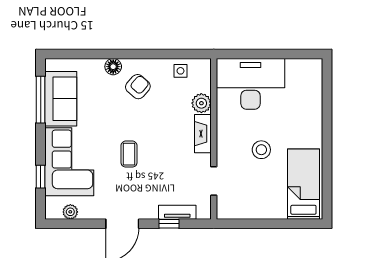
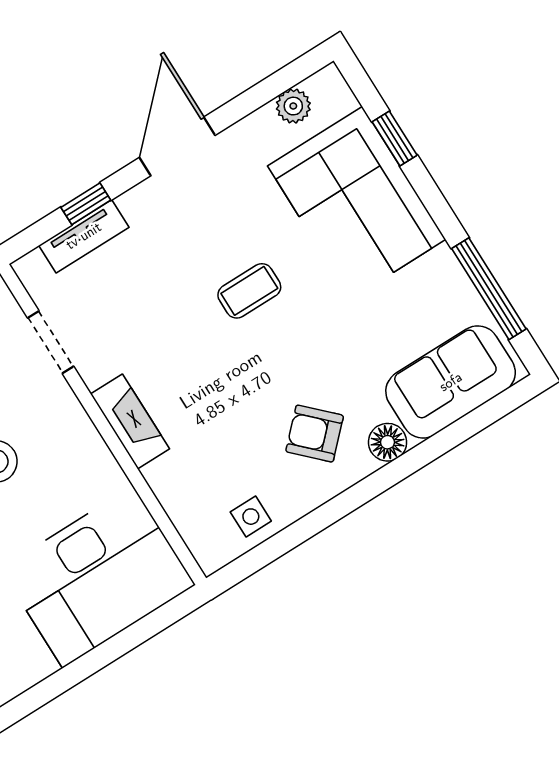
armchair: (138, 87) -> (315, 434), turned 94
sofa: (61, 99) -> (451, 382), moved, turned 90
plant: (201, 103) -> (170, 479), removed
coffee table: (129, 154) -> (249, 291), turned 90

